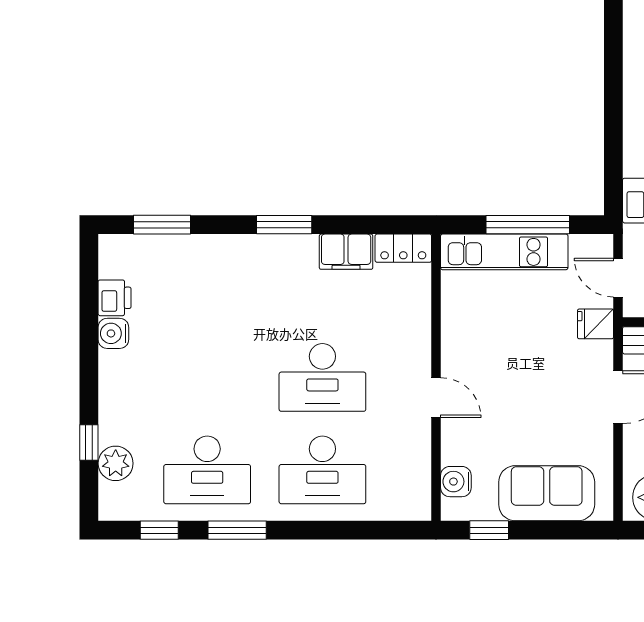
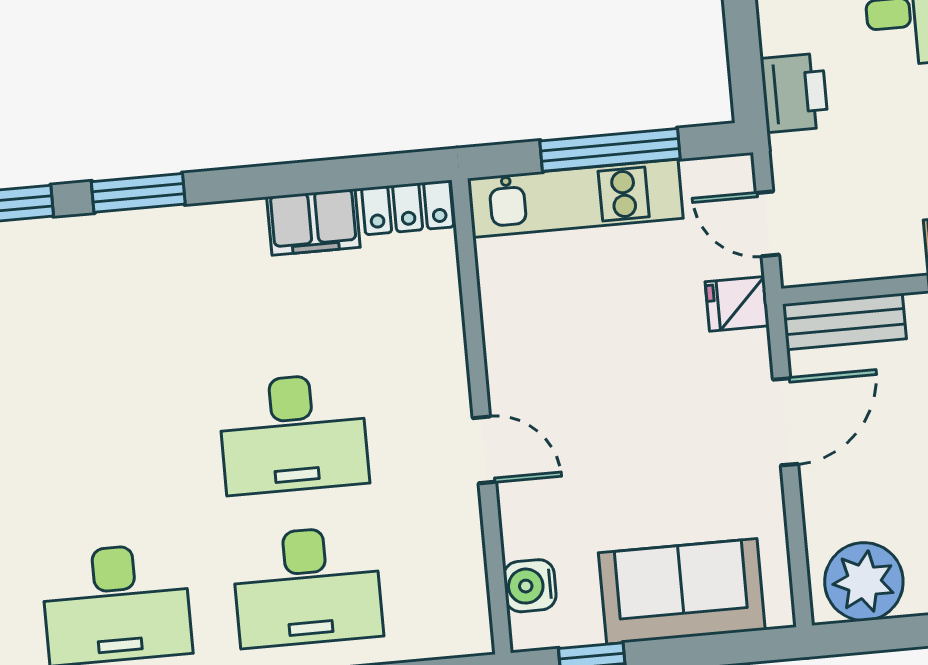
window: (284, 225) -> (138, 193), moved

